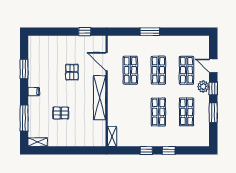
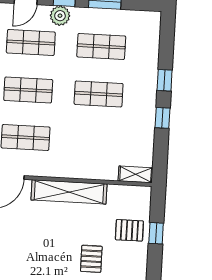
pallet: (72, 72) -> (129, 230), moved
window: (78, 150) -> (156, 233), added

